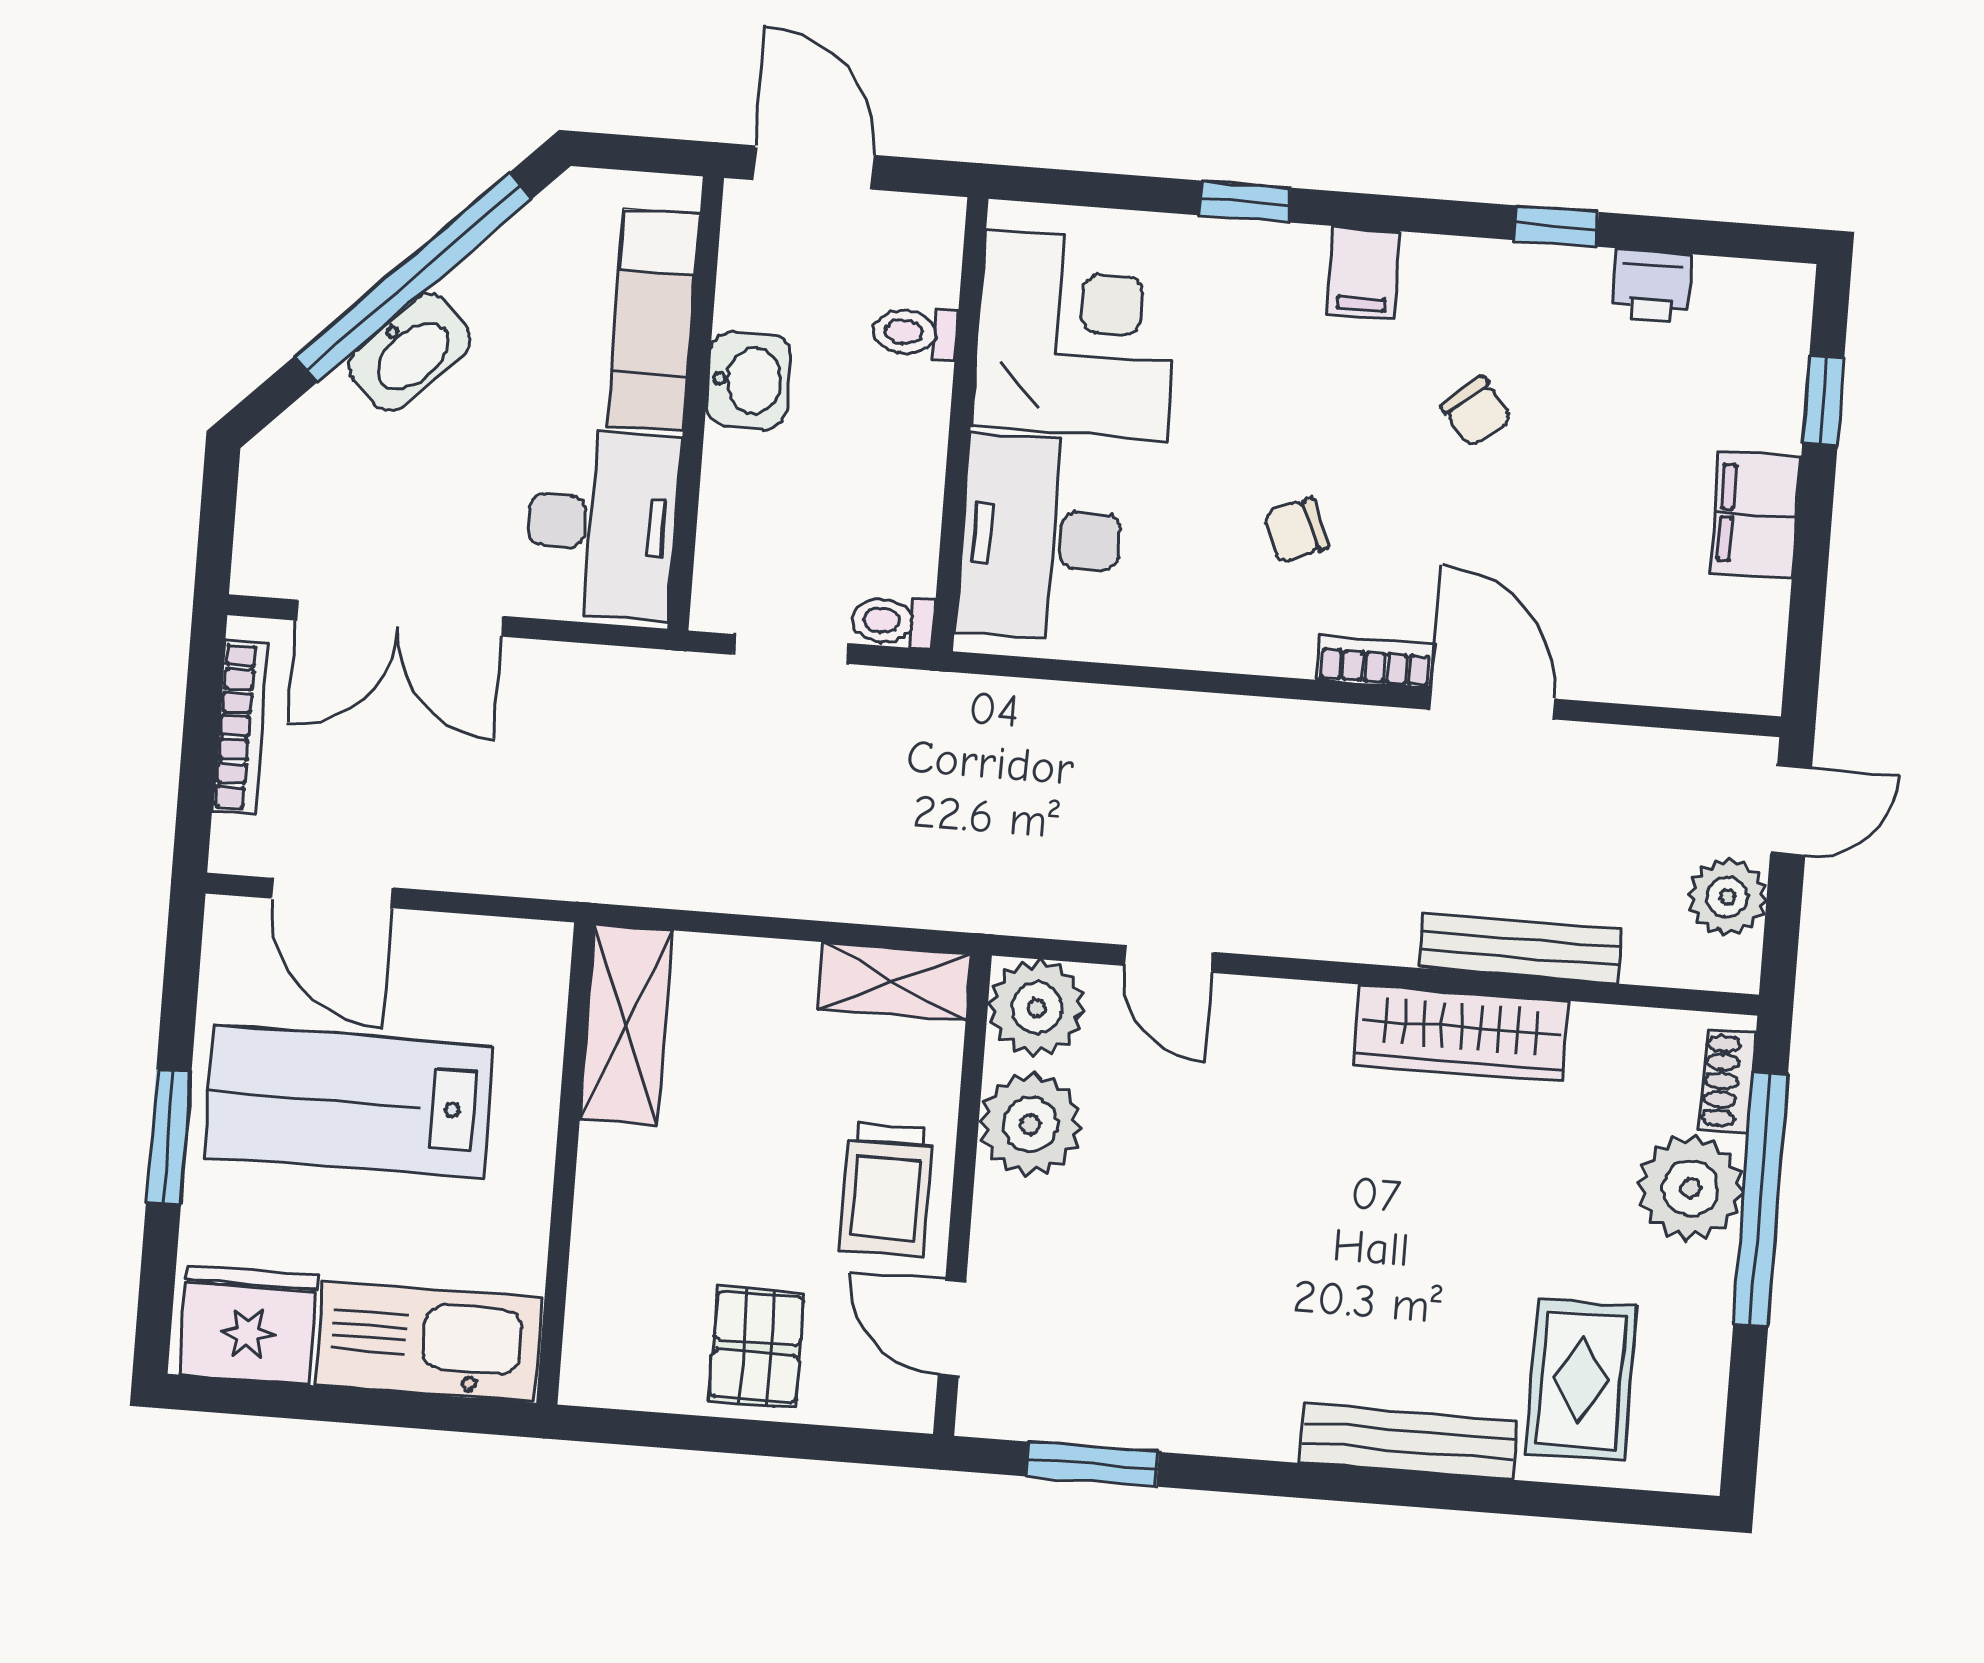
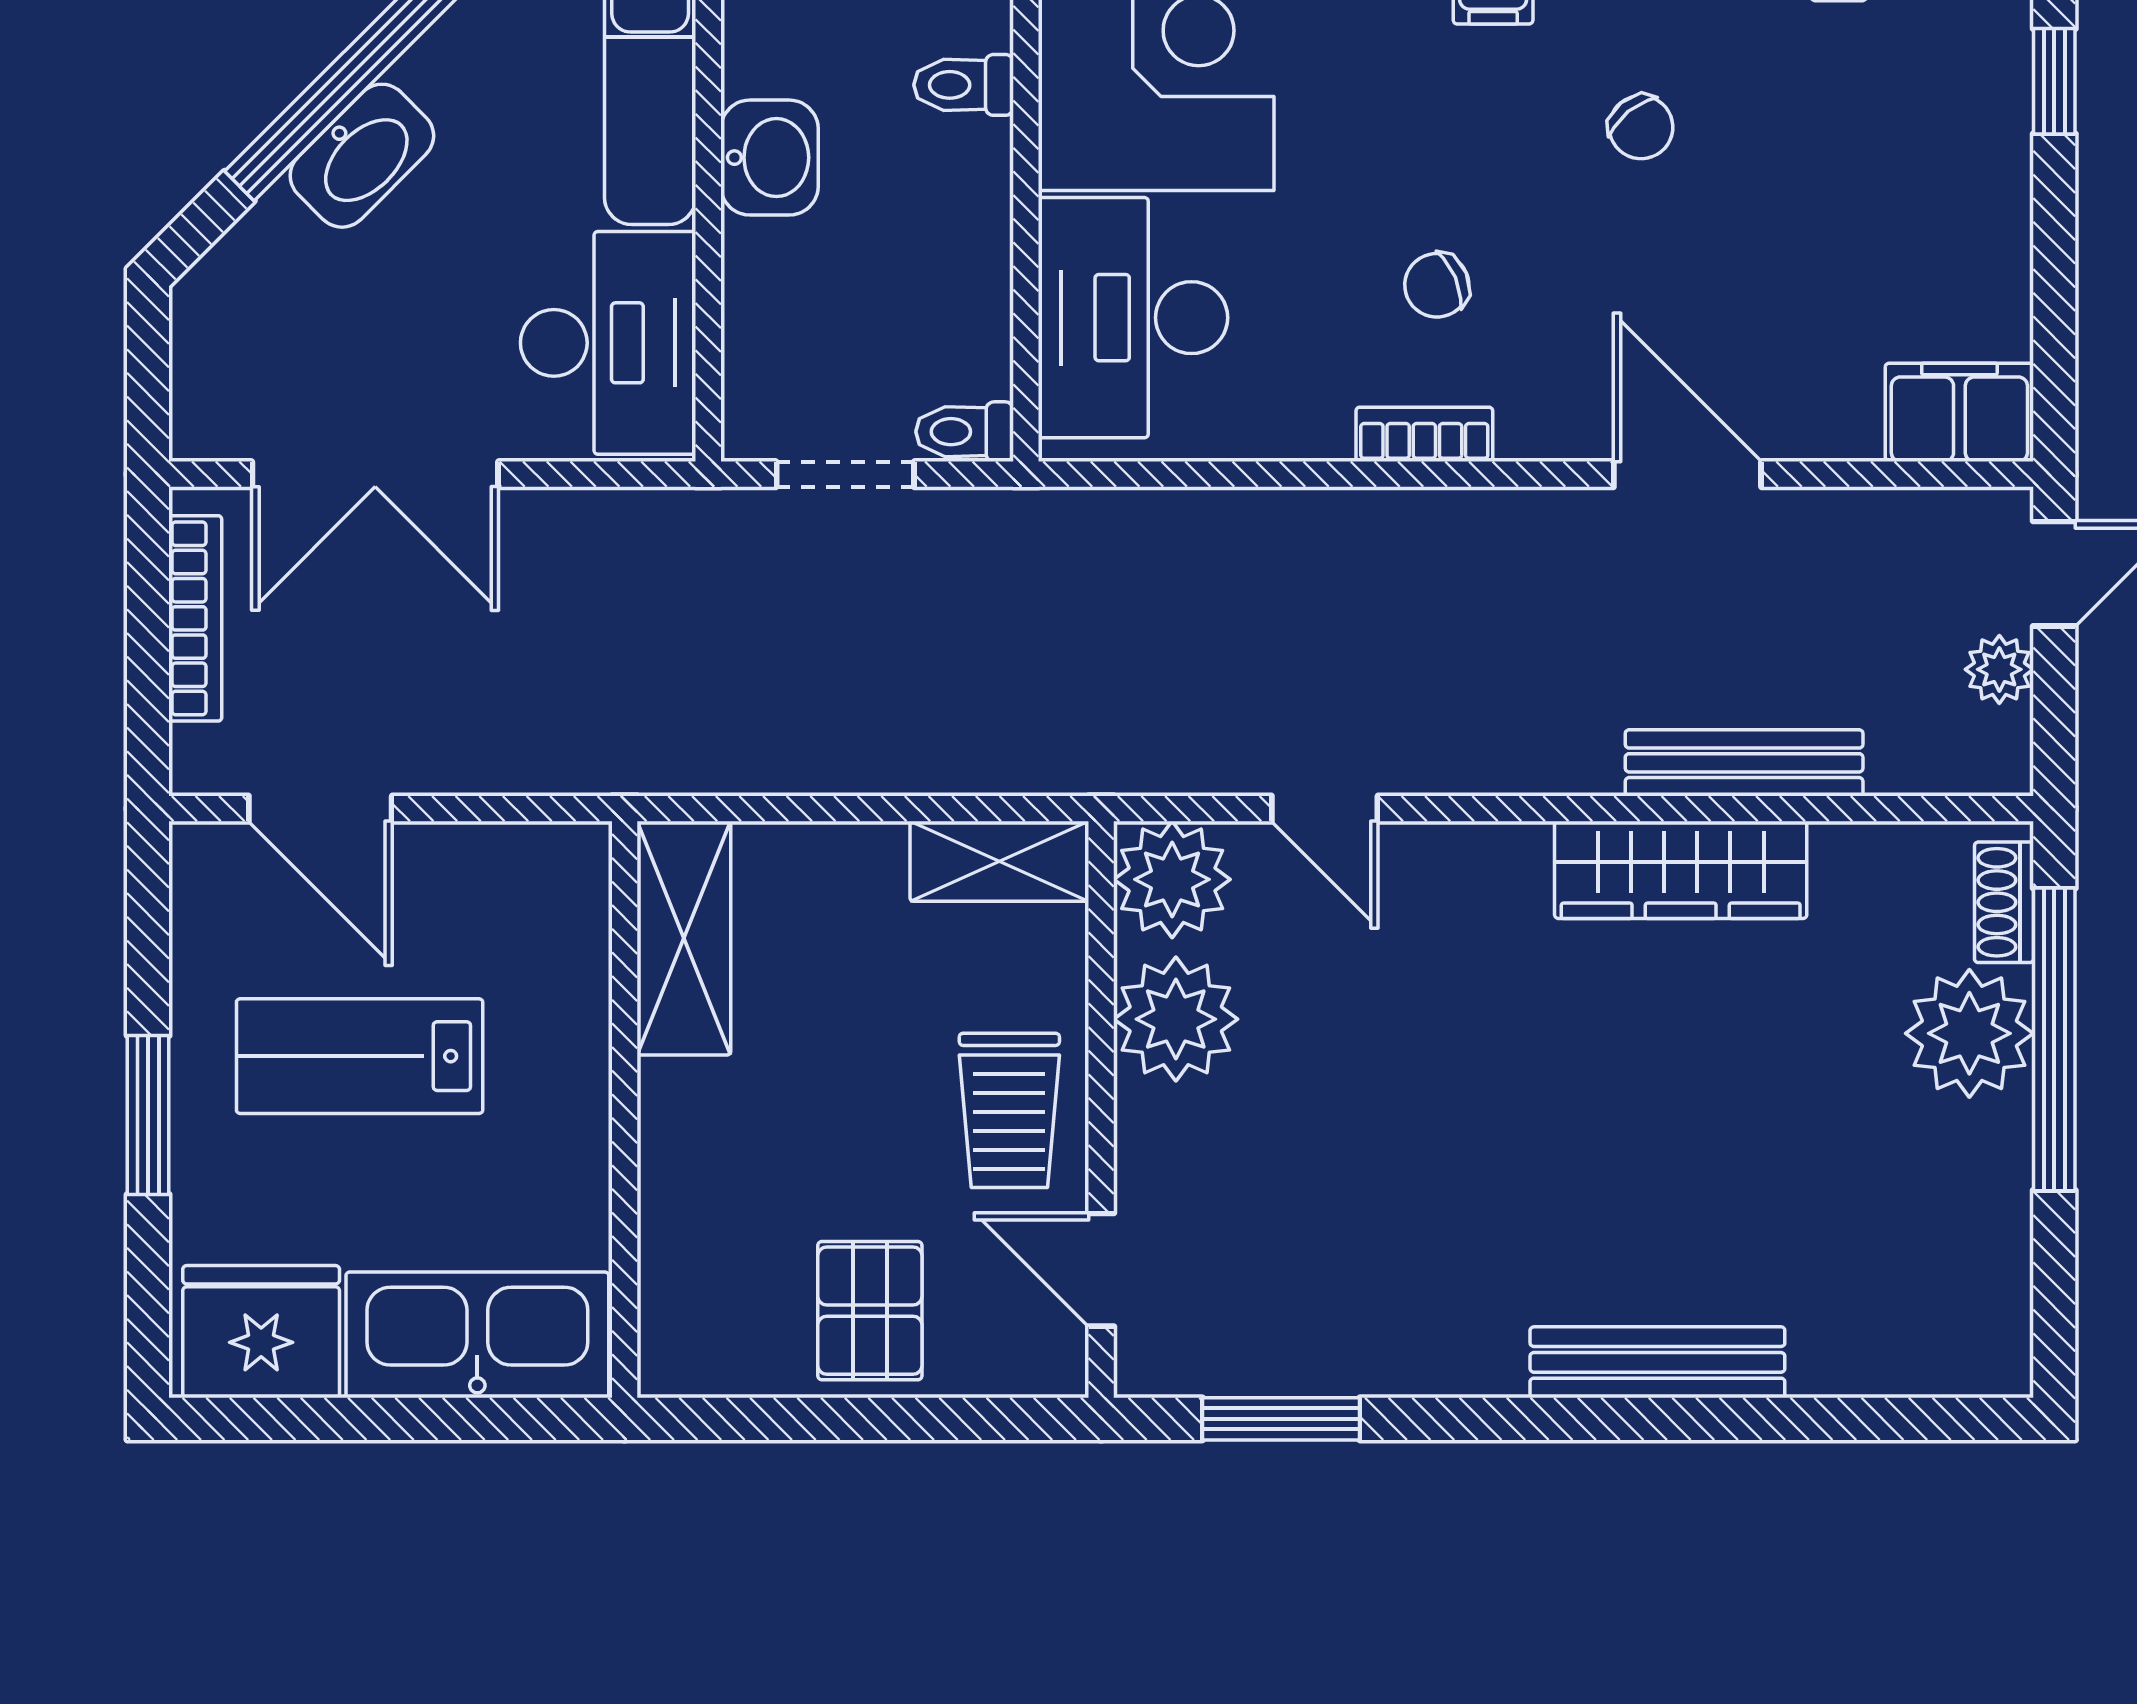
filing cabinet: (1756, 515) -> (1959, 412), moved, turned 90
bookcase: (1375, 662) -> (1424, 434), moved
plant: (1728, 897) -> (1999, 669), width x0.73, depth x0.73
lab bench: (349, 1102) -> (360, 1056), width x0.73, depth x0.72
rug: (1581, 1380) -> (1857, 1272), removed

